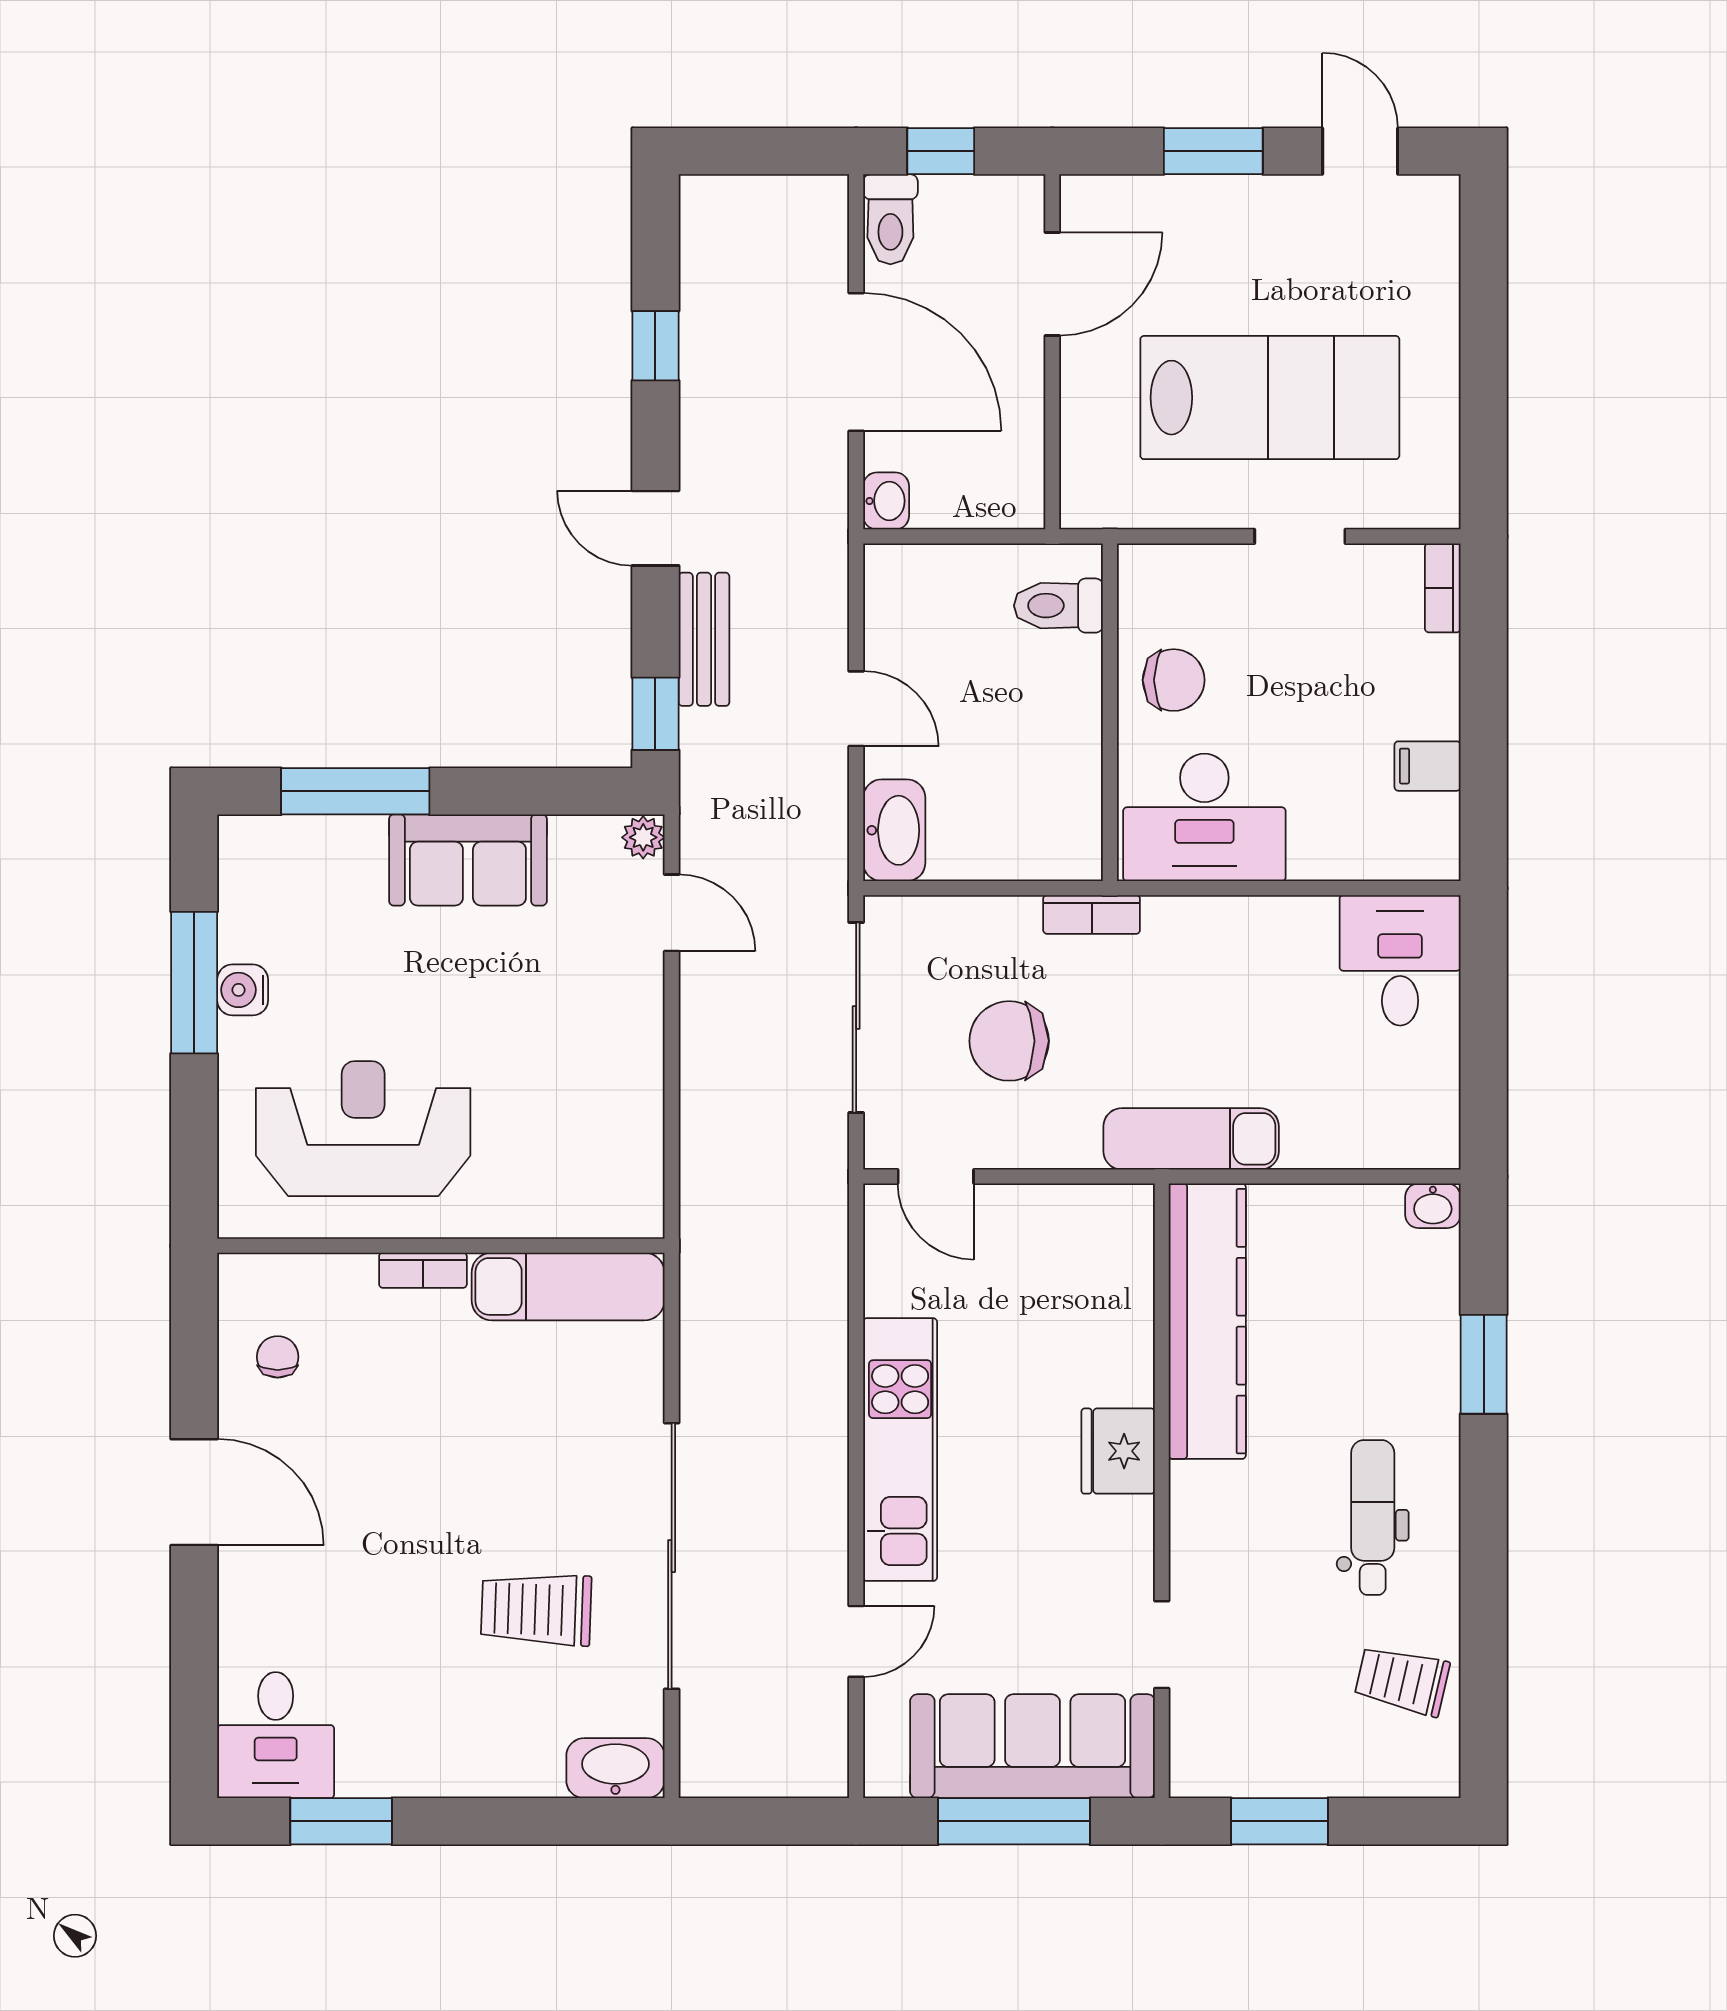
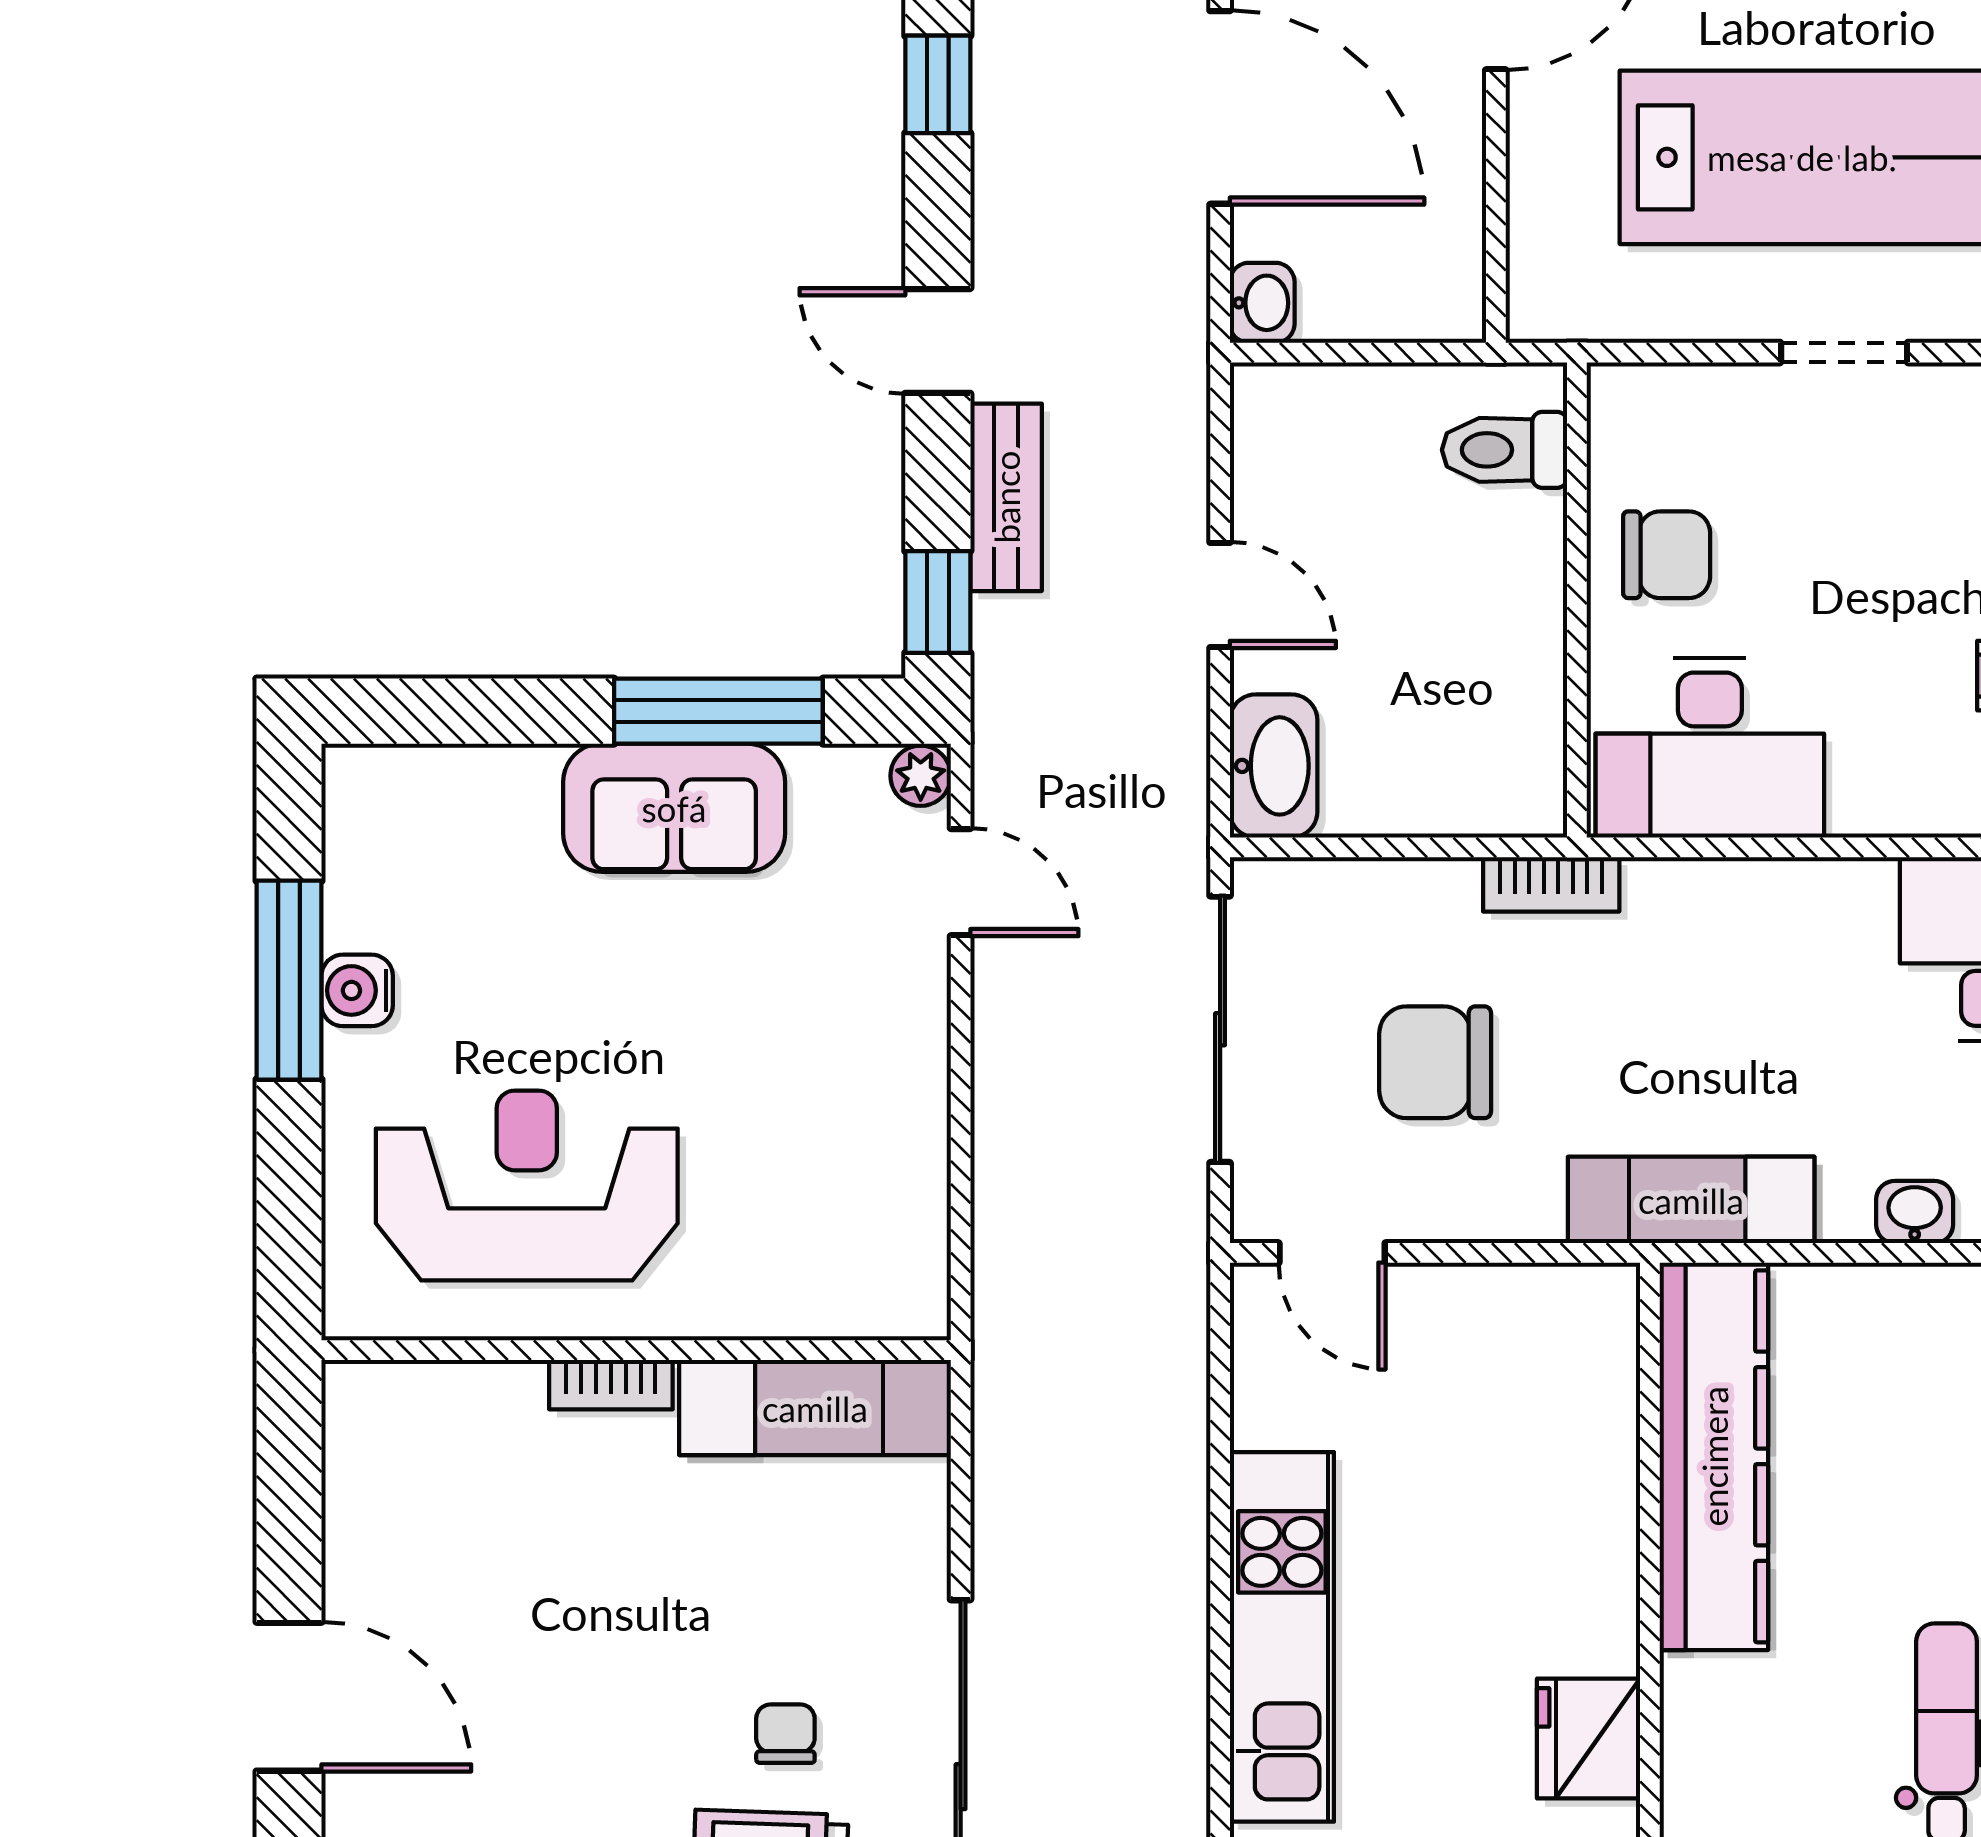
window: (355, 791) -> (718, 711), moved
washbasin: (1350, 1147) -> (1915, 1212), added
chair: (278, 1357) -> (785, 1734), moved
fridge: (1118, 1451) -> (1589, 1739), moved

